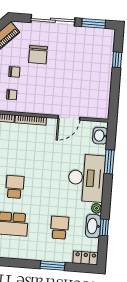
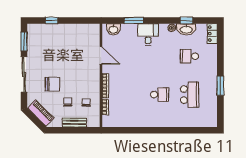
desk: (86, 178) -> (148, 34), width x0.53, depth x0.77
school desk: (15, 187) -> (160, 95), turned 180
window: (53, 266) -> (220, 86), moved

